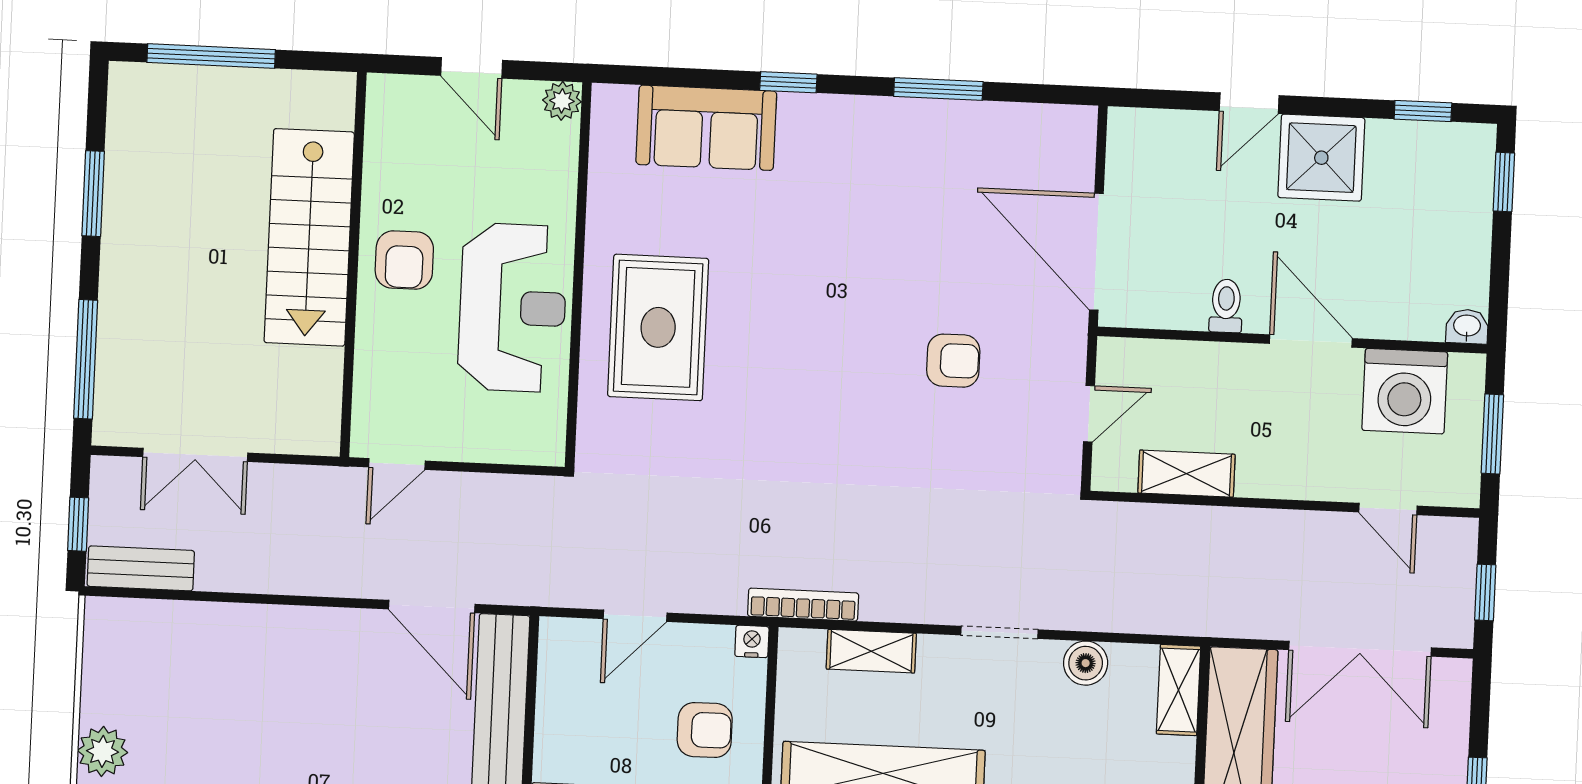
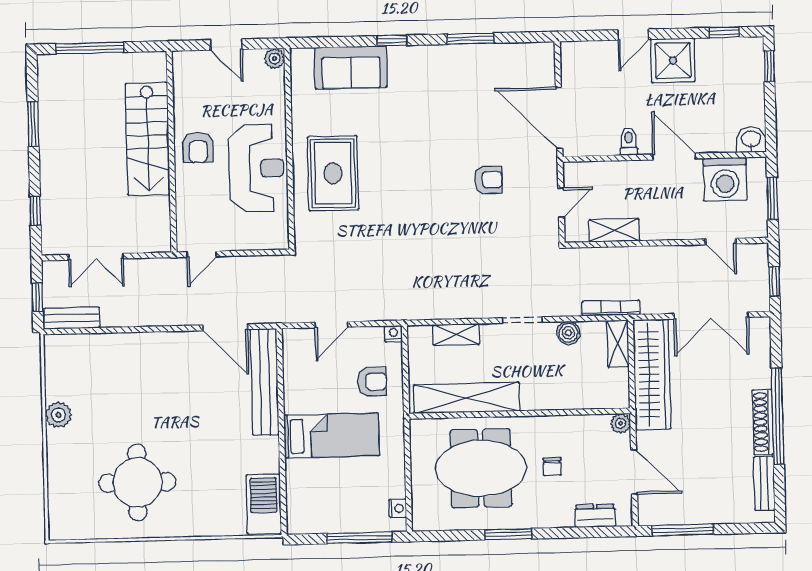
washbasin: (1467, 327) -> (751, 139), width x1.38, depth x1.45
window: (86, 359) -> (35, 211), width x0.46
bookcase: (803, 605) -> (611, 308), moved

